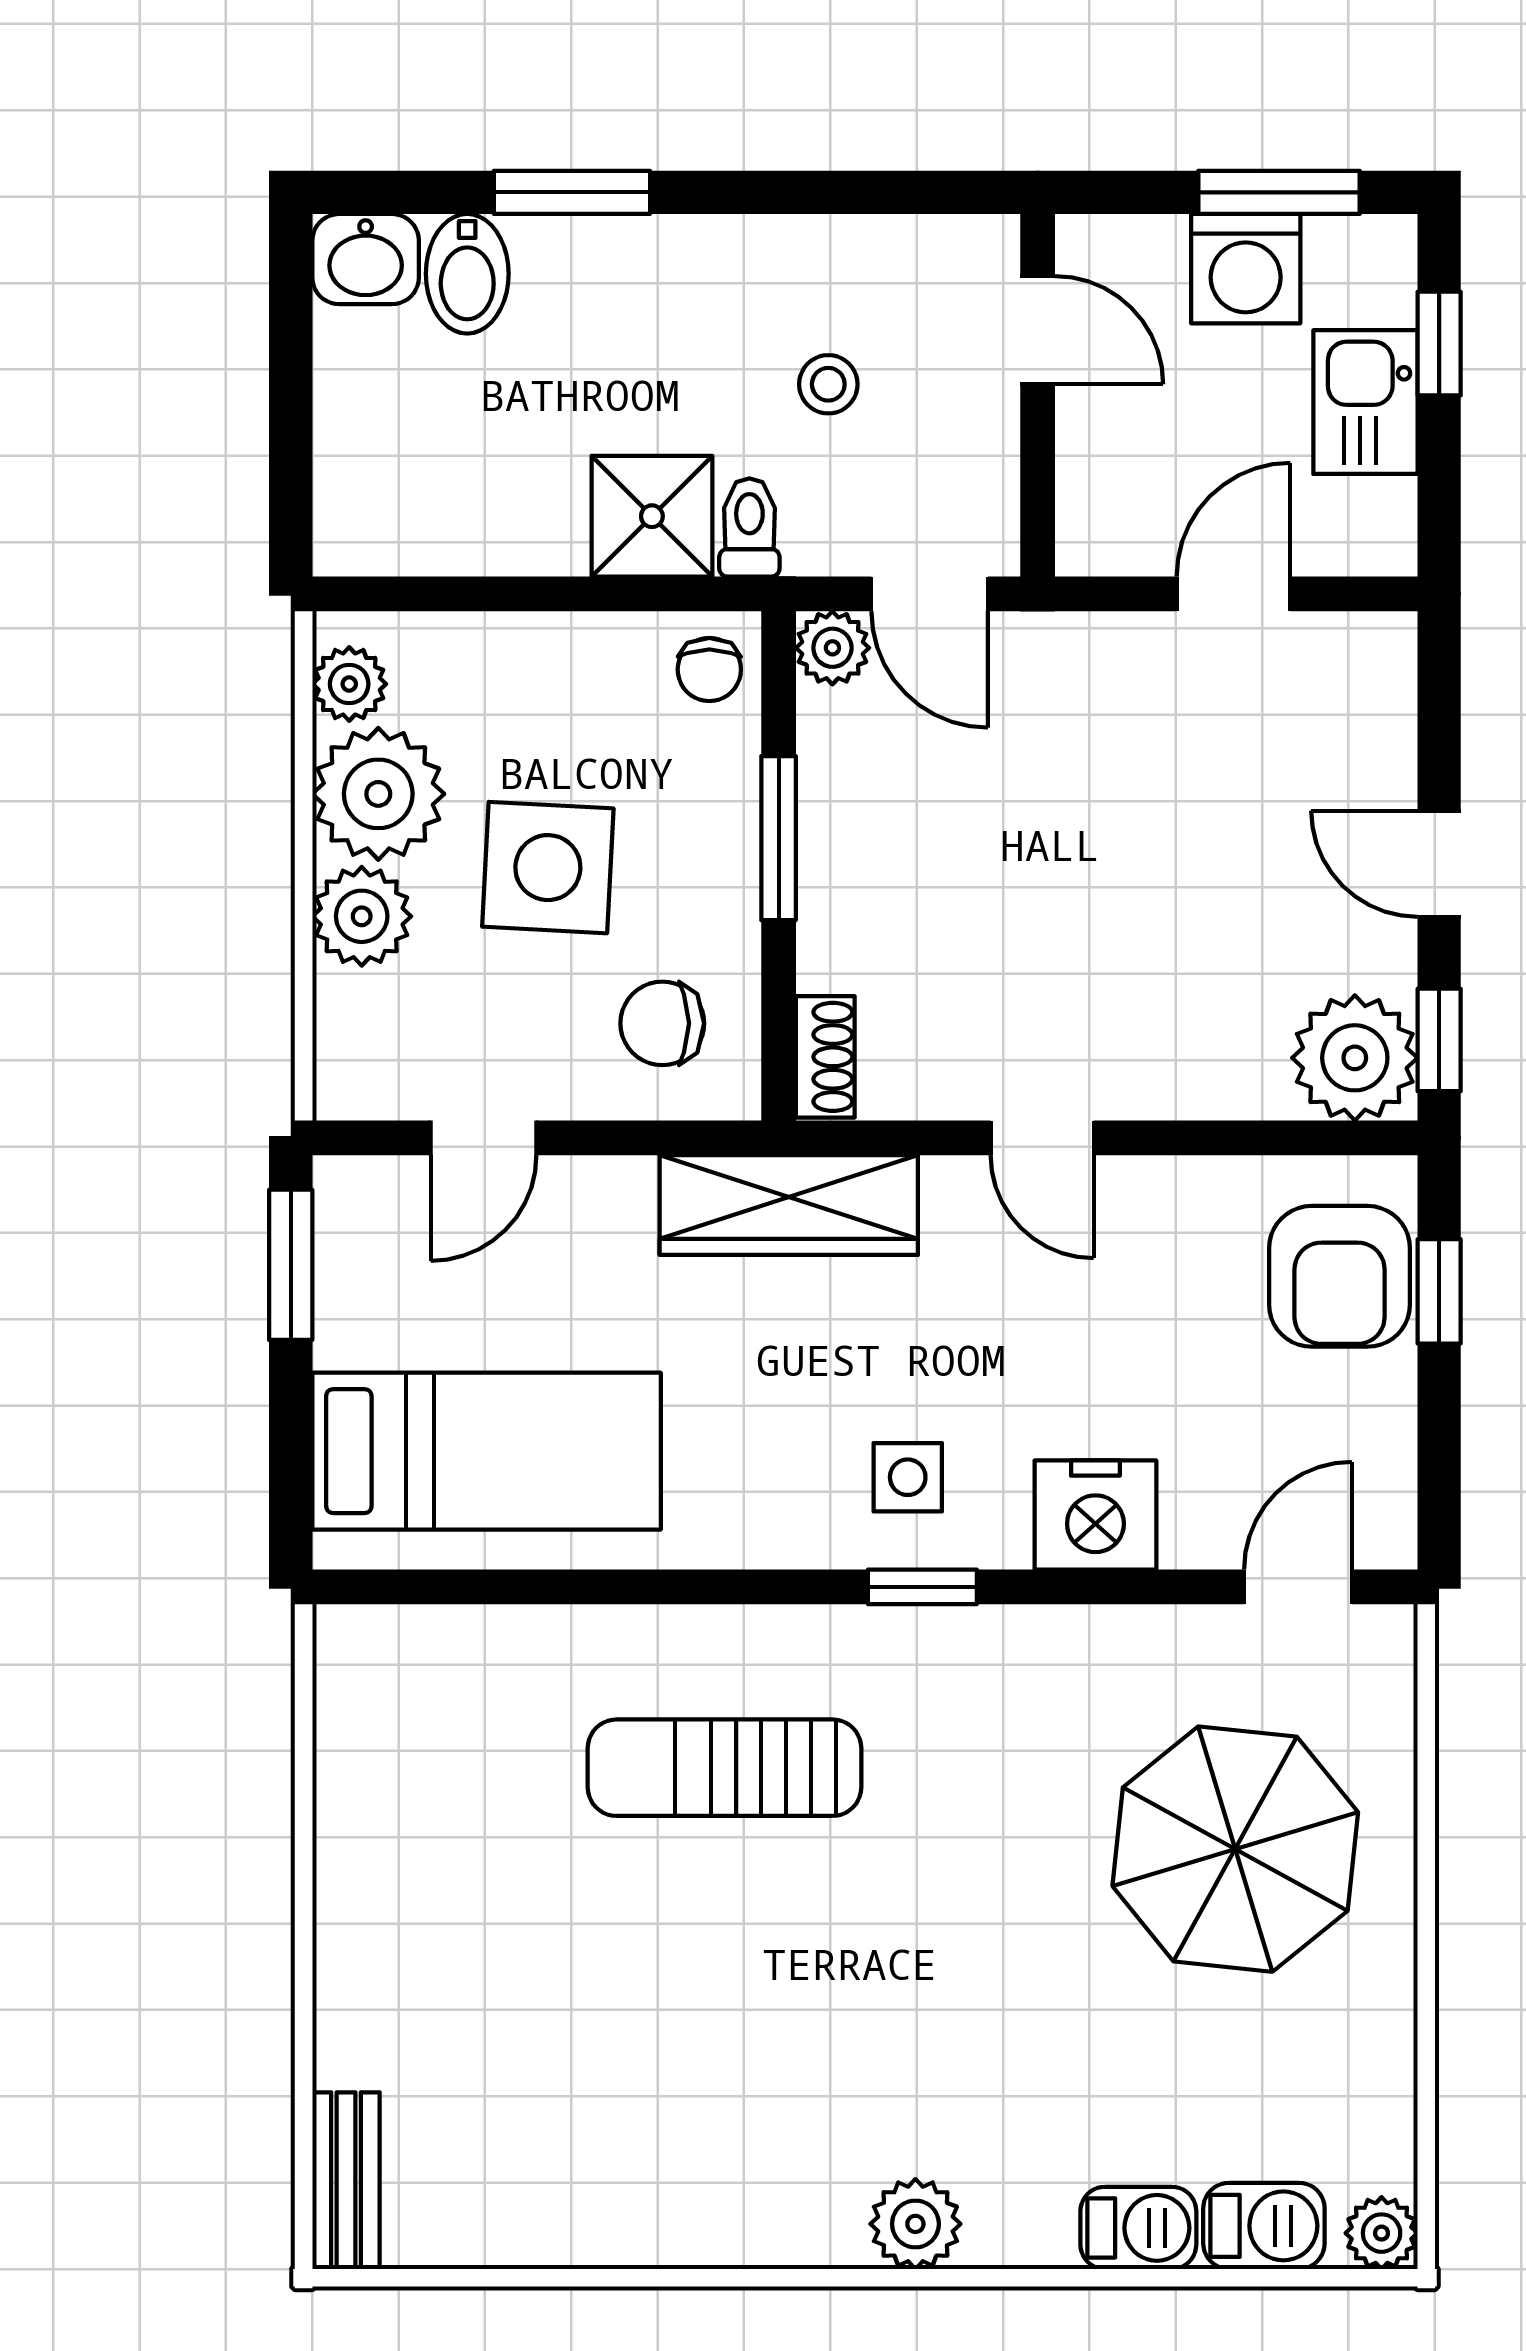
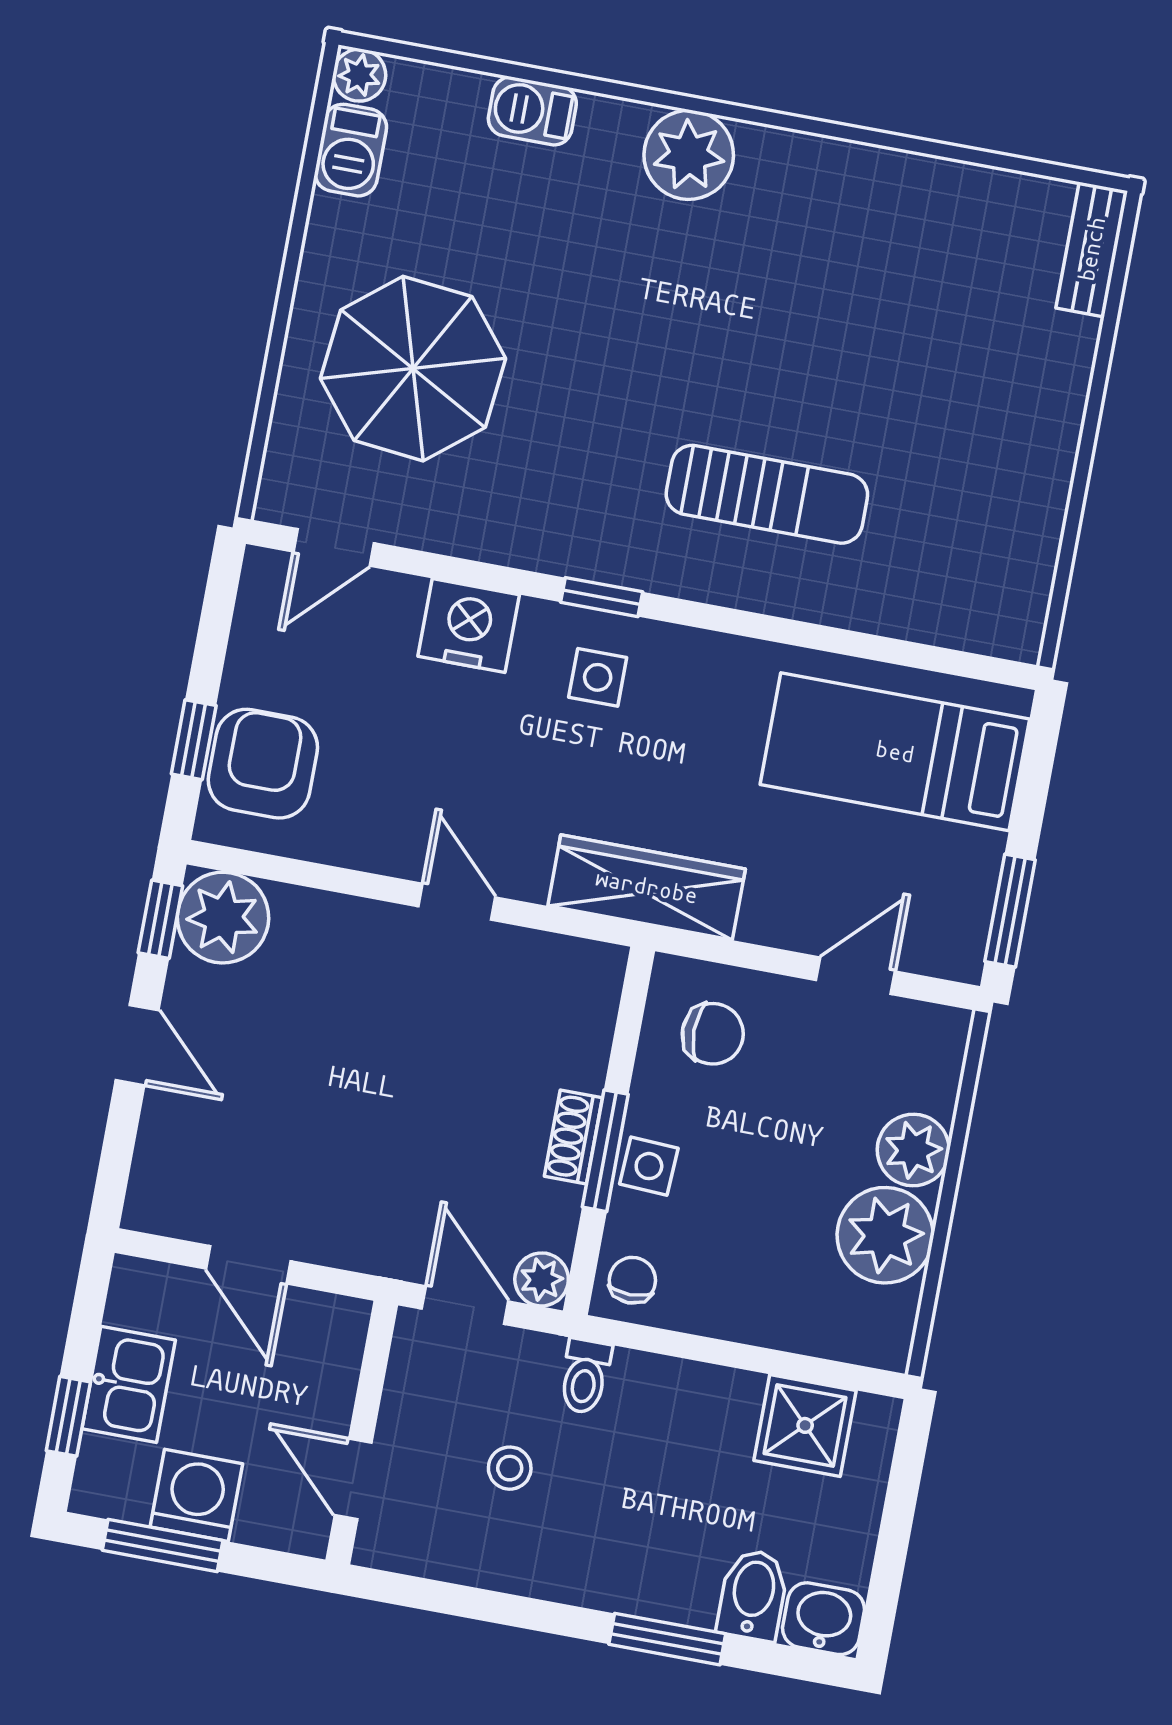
shower: (652, 516) -> (805, 1425), moved
door: (1234, 594) -> (248, 1265), hinge flipped
plant: (349, 684) -> (891, 1318), removed
side table: (548, 868) -> (649, 1166), moved, width x0.54, depth x0.54
shoe rack: (825, 1057) -> (573, 1137), moved
plant: (915, 2224) -> (689, 155), width x1.36, depth x1.36
barbecue: (1264, 2226) -> (351, 150), moved, turned -90

